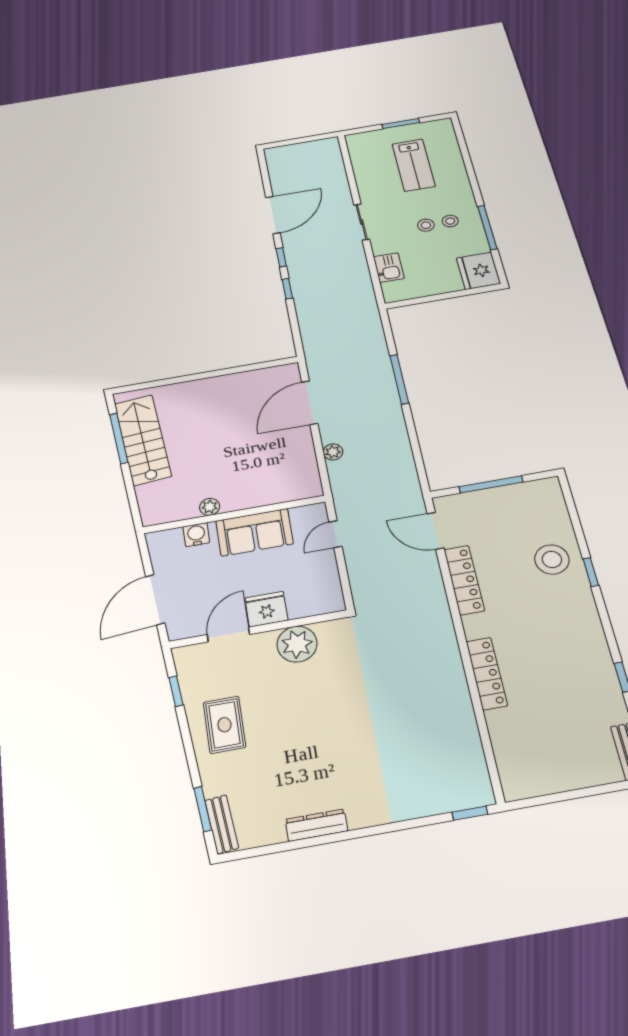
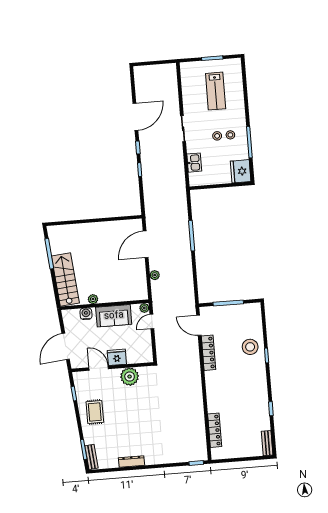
stairs: (143, 440) -> (65, 280), moved
plant: (317, 512) -> (144, 308), added
door: (228, 635) -> (99, 368), hinge flipped
locker: (487, 673) -> (215, 430), moved

